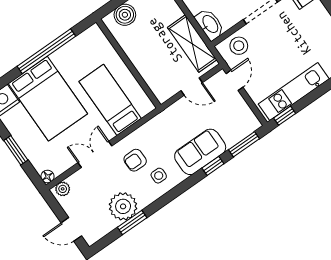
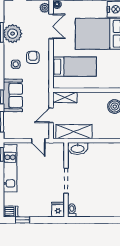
stool: (239, 46) -> (55, 156), removed
shelving: (157, 85) -> (65, 97), added
double door: (95, 154) -> (51, 26), moved

